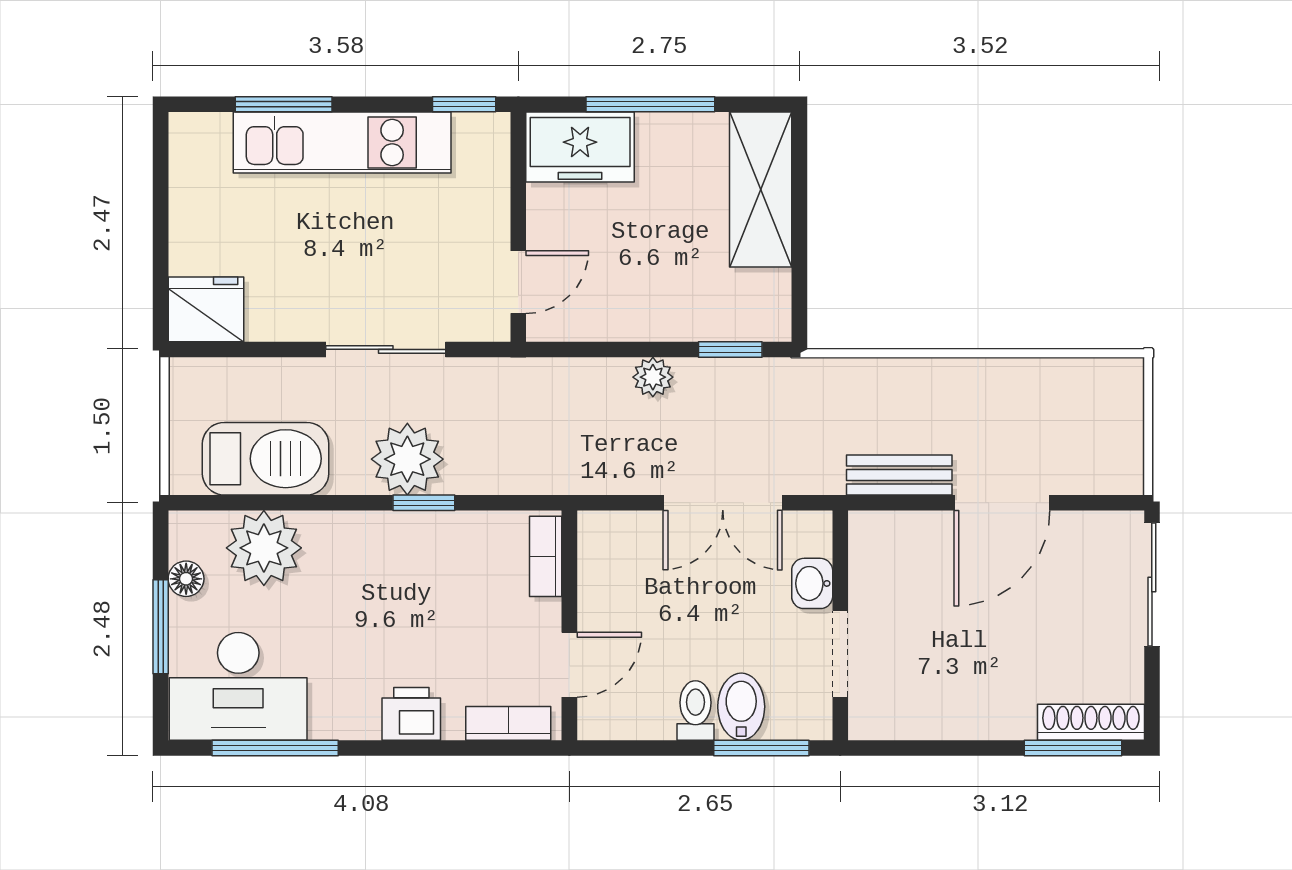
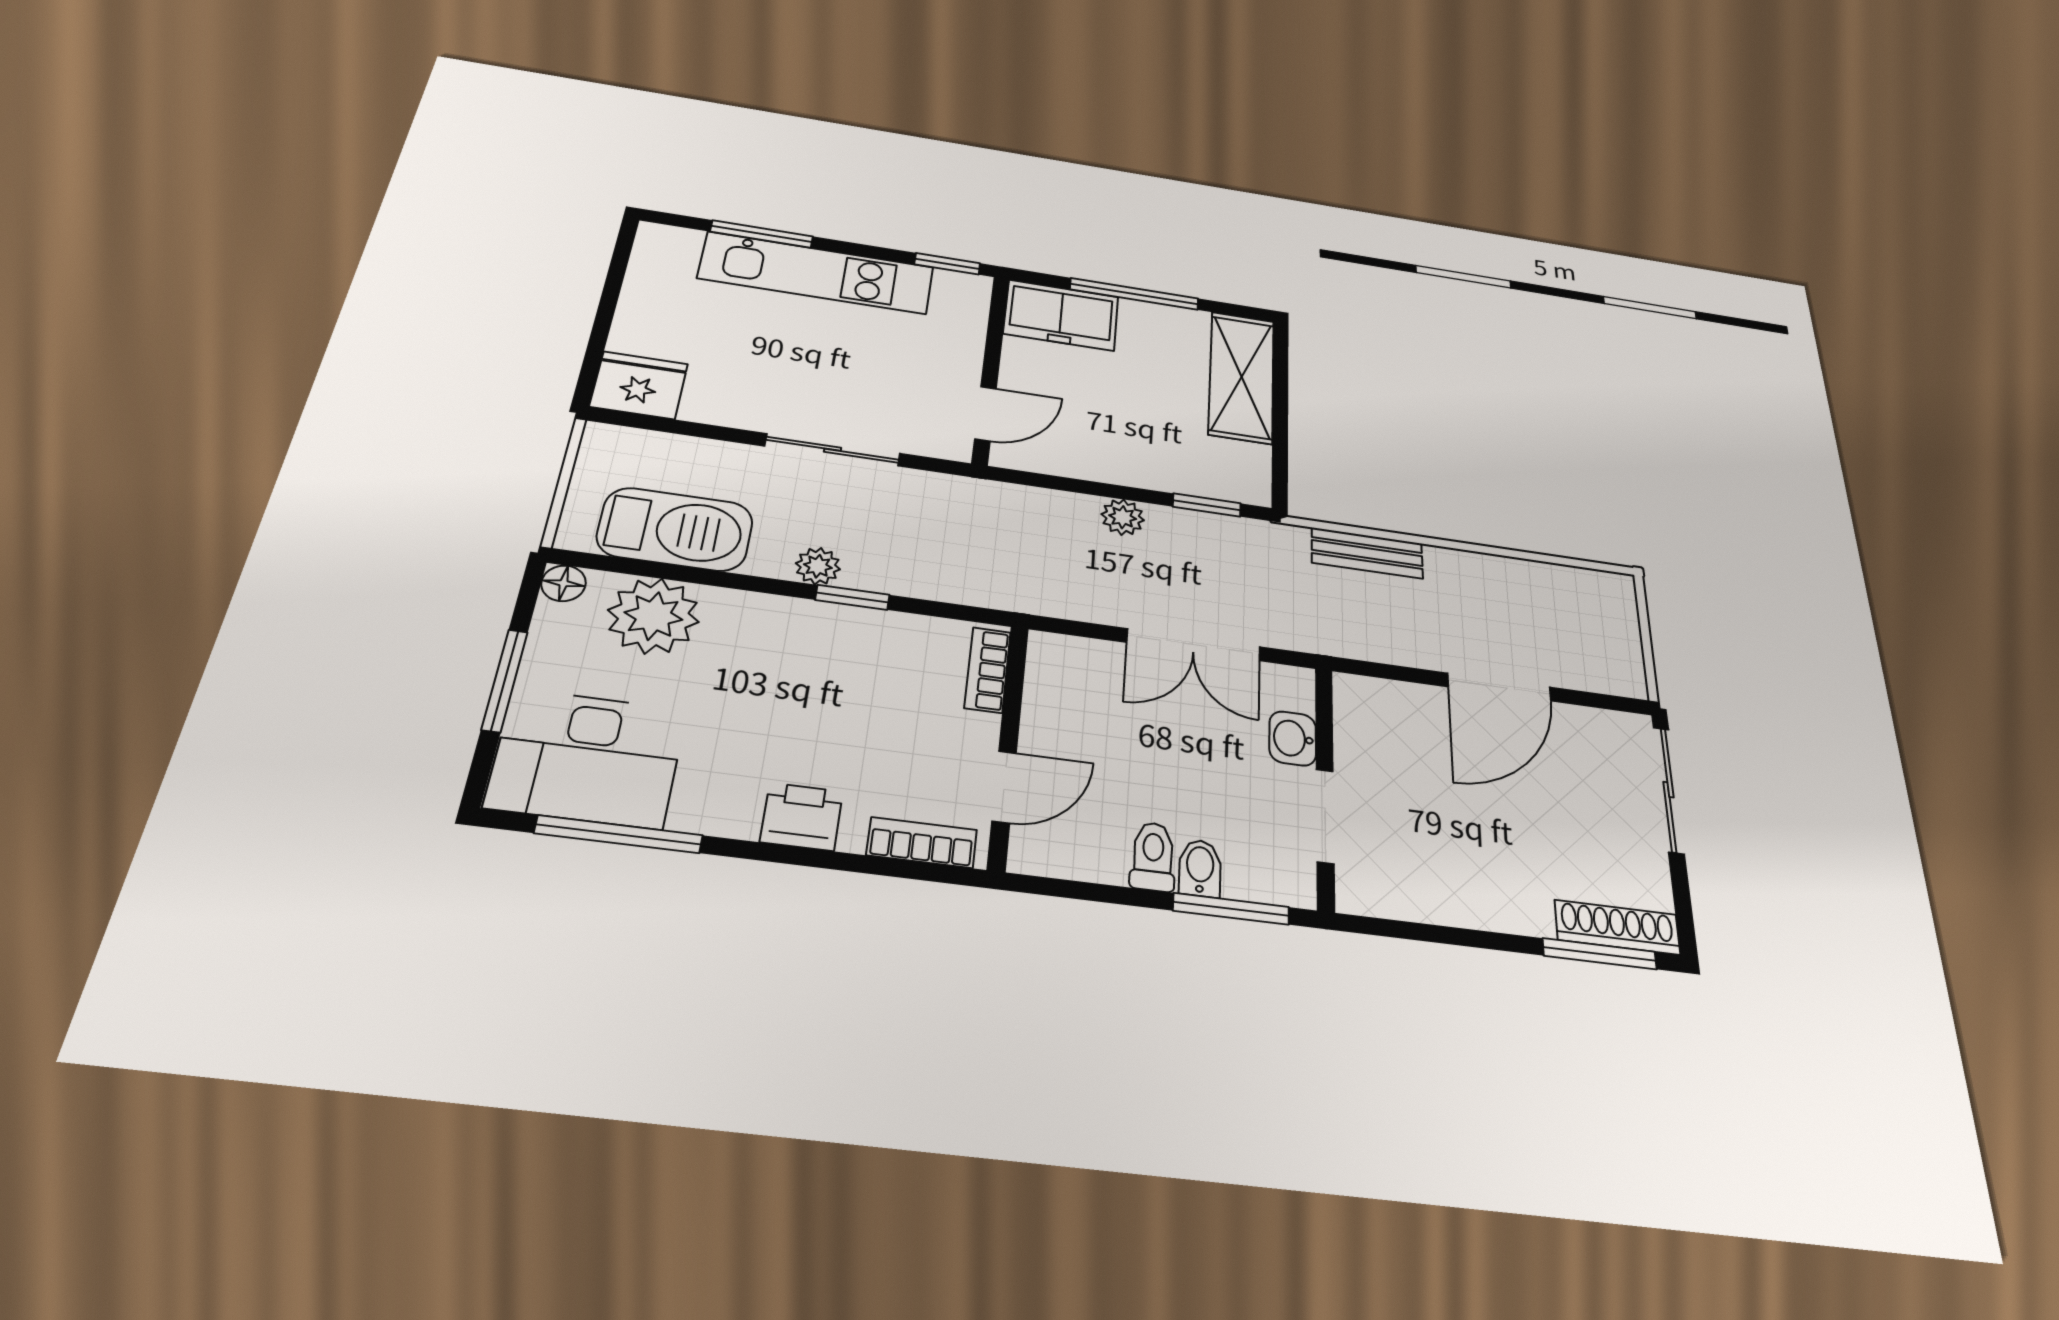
plant: (407, 459) -> (818, 566), width x0.53, depth x0.53
bench: (899, 475) -> (1367, 553), moved
floor lamp: (186, 579) -> (564, 583), moved
bidet: (741, 707) -> (1200, 868), width x0.72, depth x0.74

